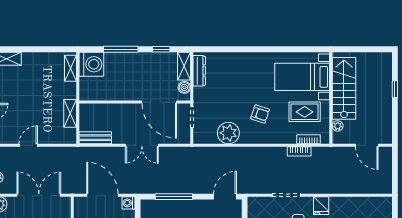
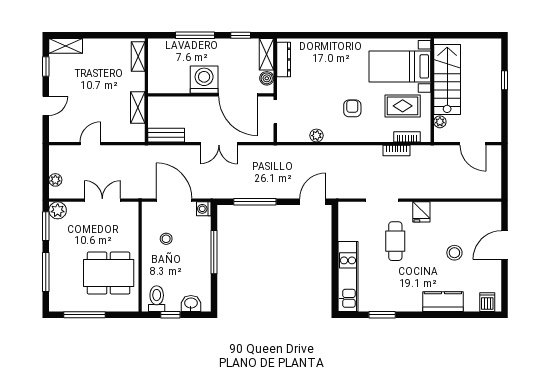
washing machine: (91, 64) -> (204, 80), moved, turned -90
armchair: (260, 114) -> (352, 108), turned -108
plant: (228, 133) -> (317, 136), width x0.53, depth x0.53
double door: (39, 195) -> (102, 200), width x0.73

